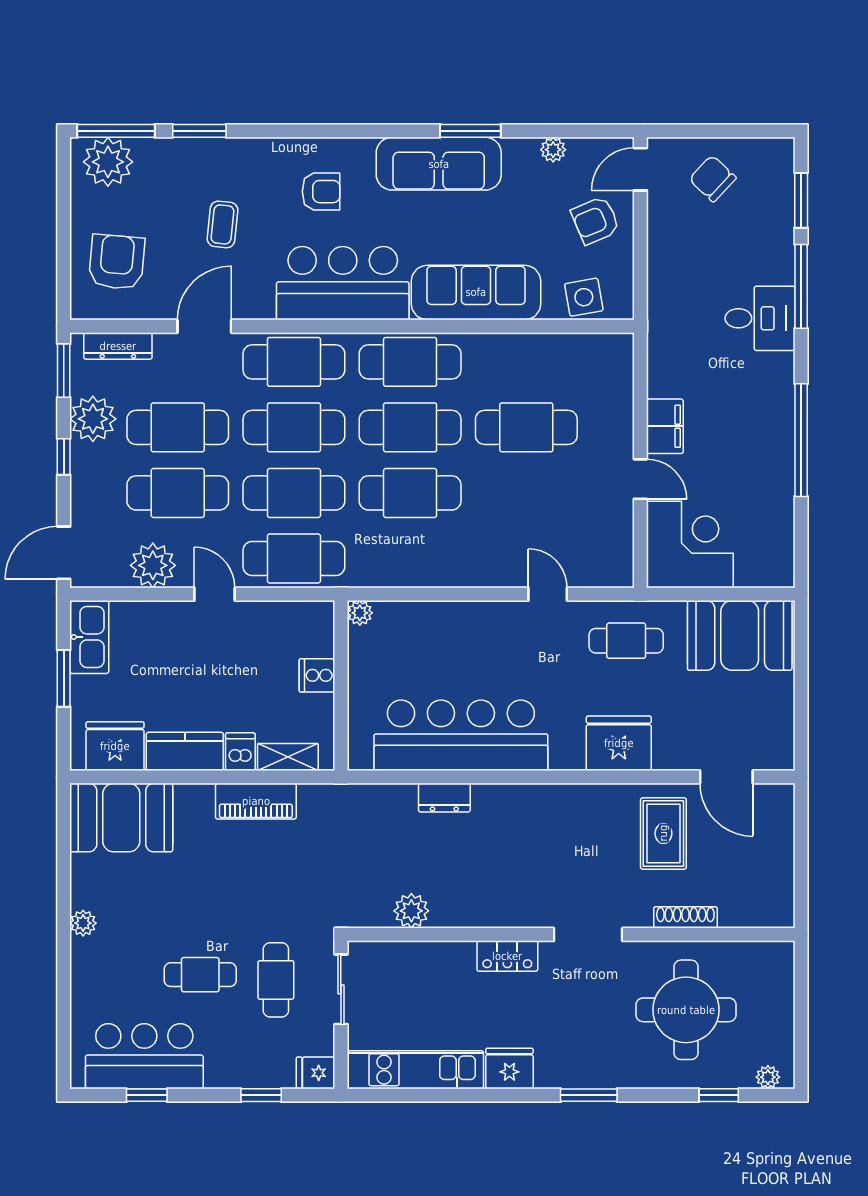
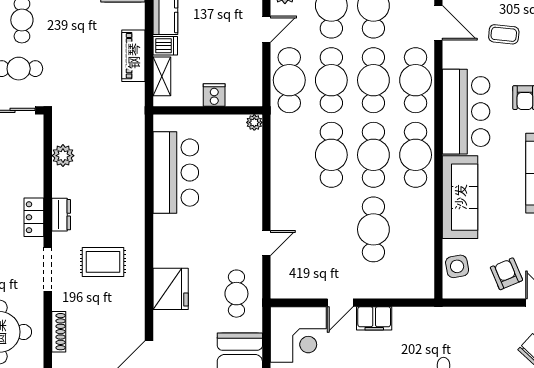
bar counter: (461, 735) -> (176, 173), width x0.73
dresser: (444, 798) -> (61, 215), moved, turned 180
rug: (663, 833) -> (103, 262), moved

